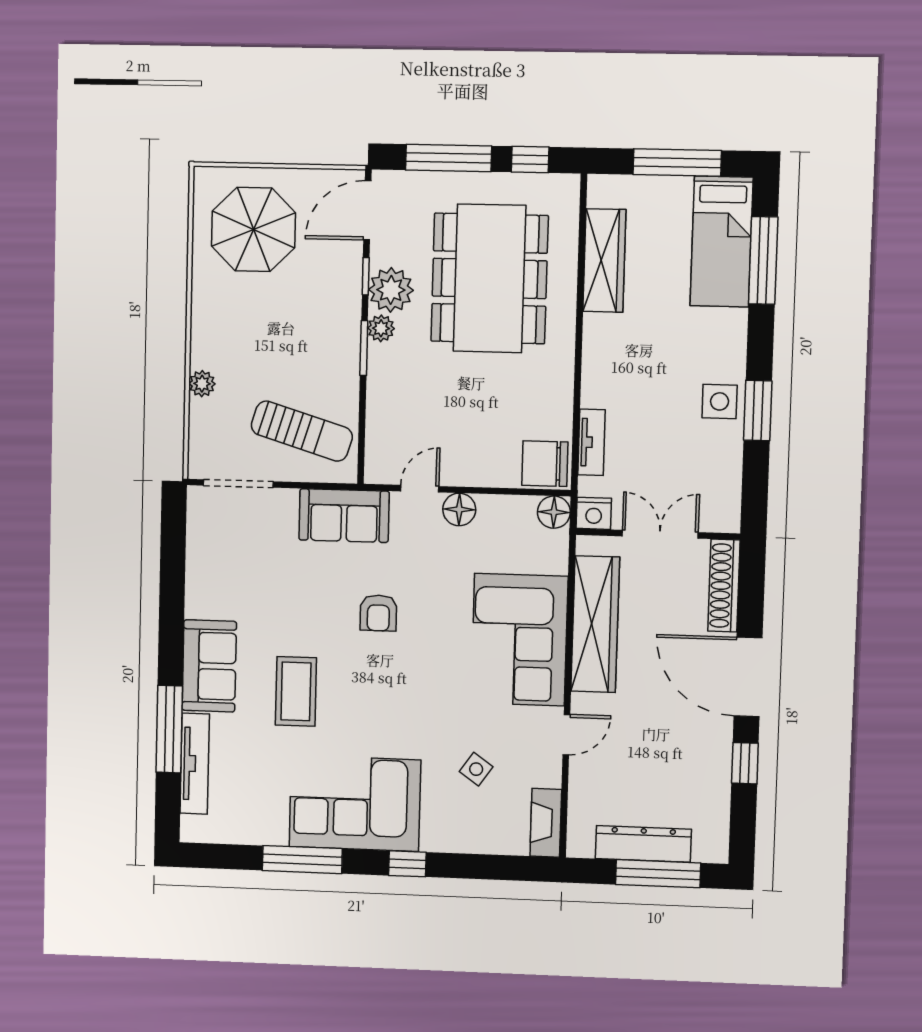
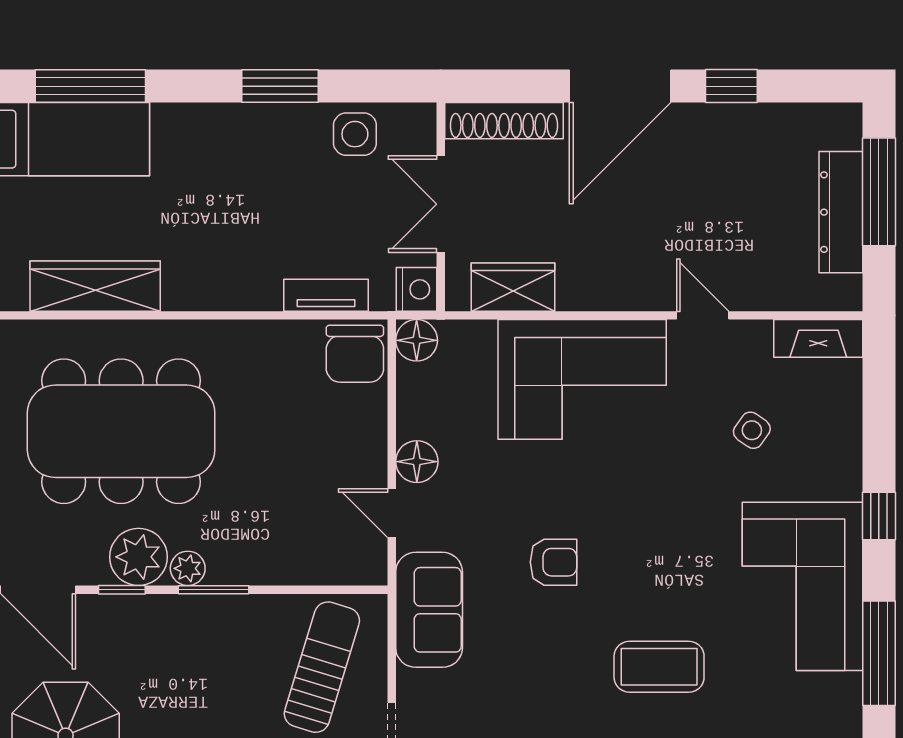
side table: (720, 401) -> (355, 134), moved
wardrobe: (595, 624) -> (513, 287), width x0.48, depth x0.85

